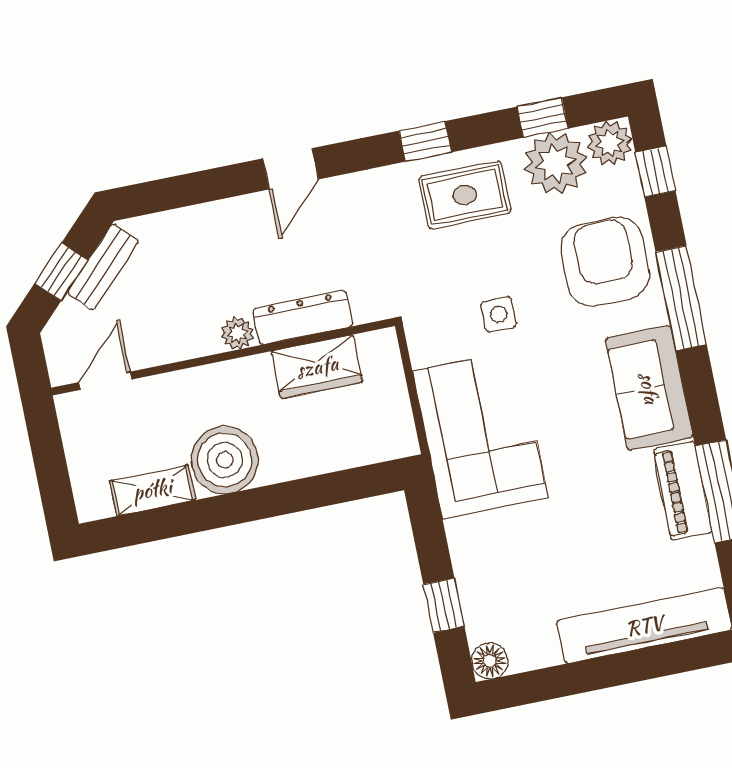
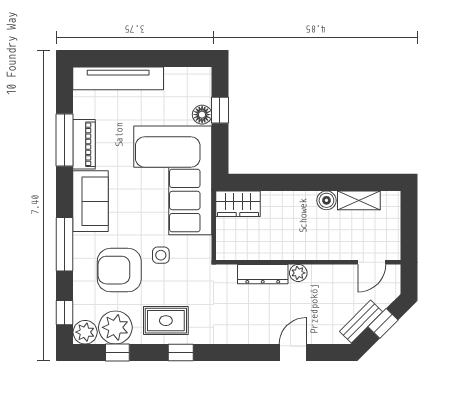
door: (291, 169) -> (293, 353), moved
armchair: (605, 262) -> (119, 270), moved, turned 90
wardrobe: (317, 367) -> (238, 204), moved, turned 180
corner sofa: (480, 434) -> (173, 180), width x1.36, depth x1.36
boiler: (225, 460) -> (326, 200), width x0.54, depth x0.54
floor lamp: (490, 661) -> (202, 115), moved

